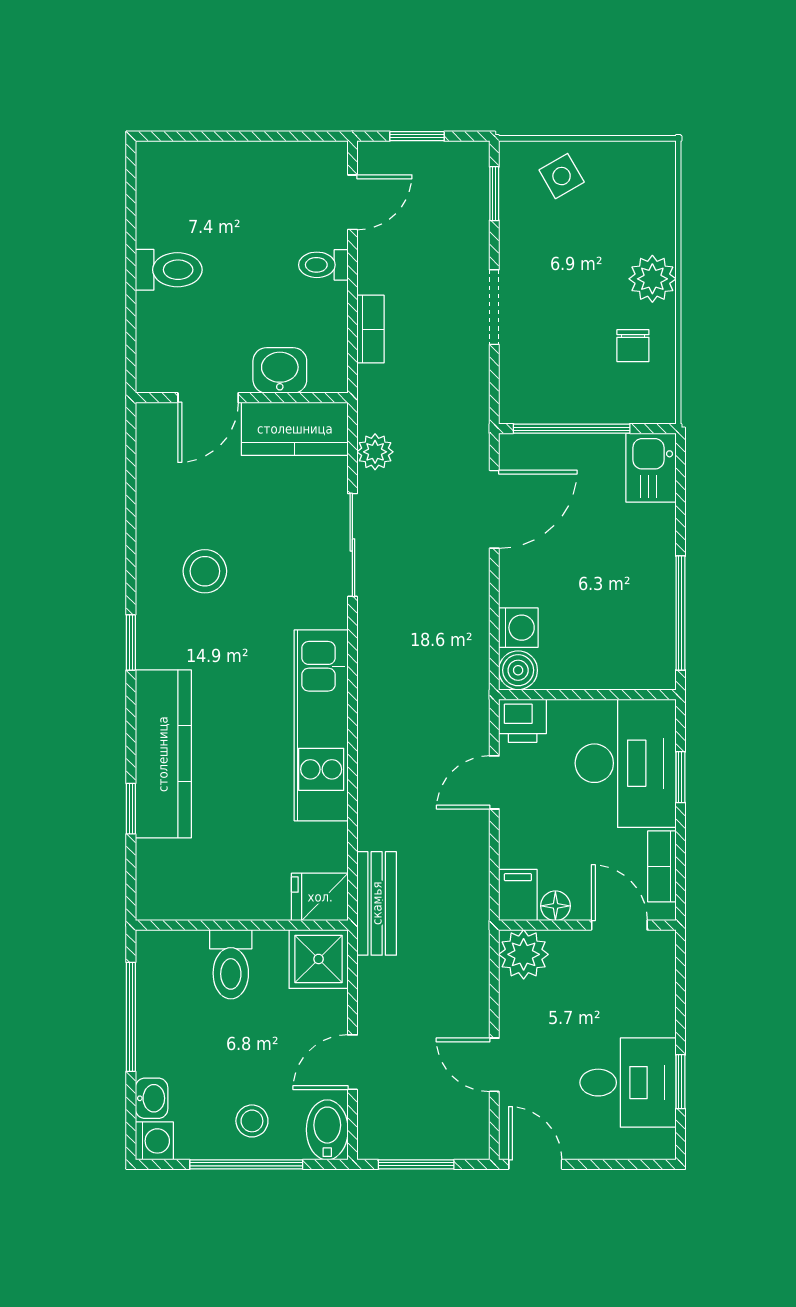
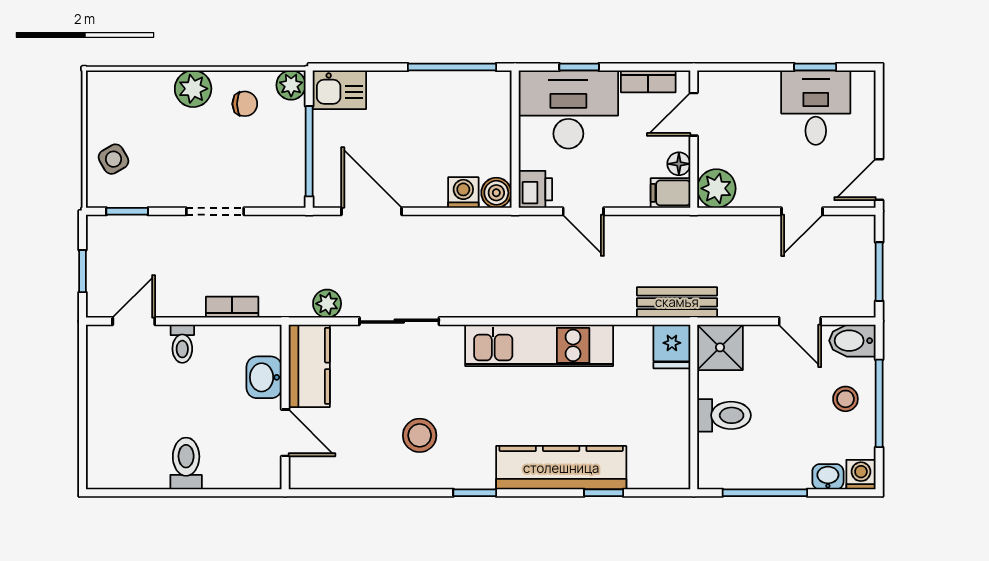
door: (352, 202) -> (134, 321), hinge flipped
plant: (657, 405) -> (291, 85), added

